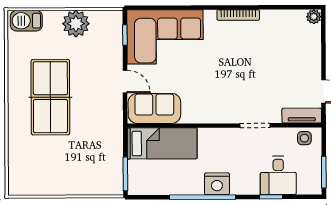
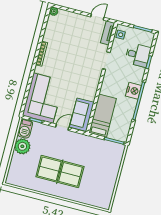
barbecue: (26, 21) -> (25, 128), moved

